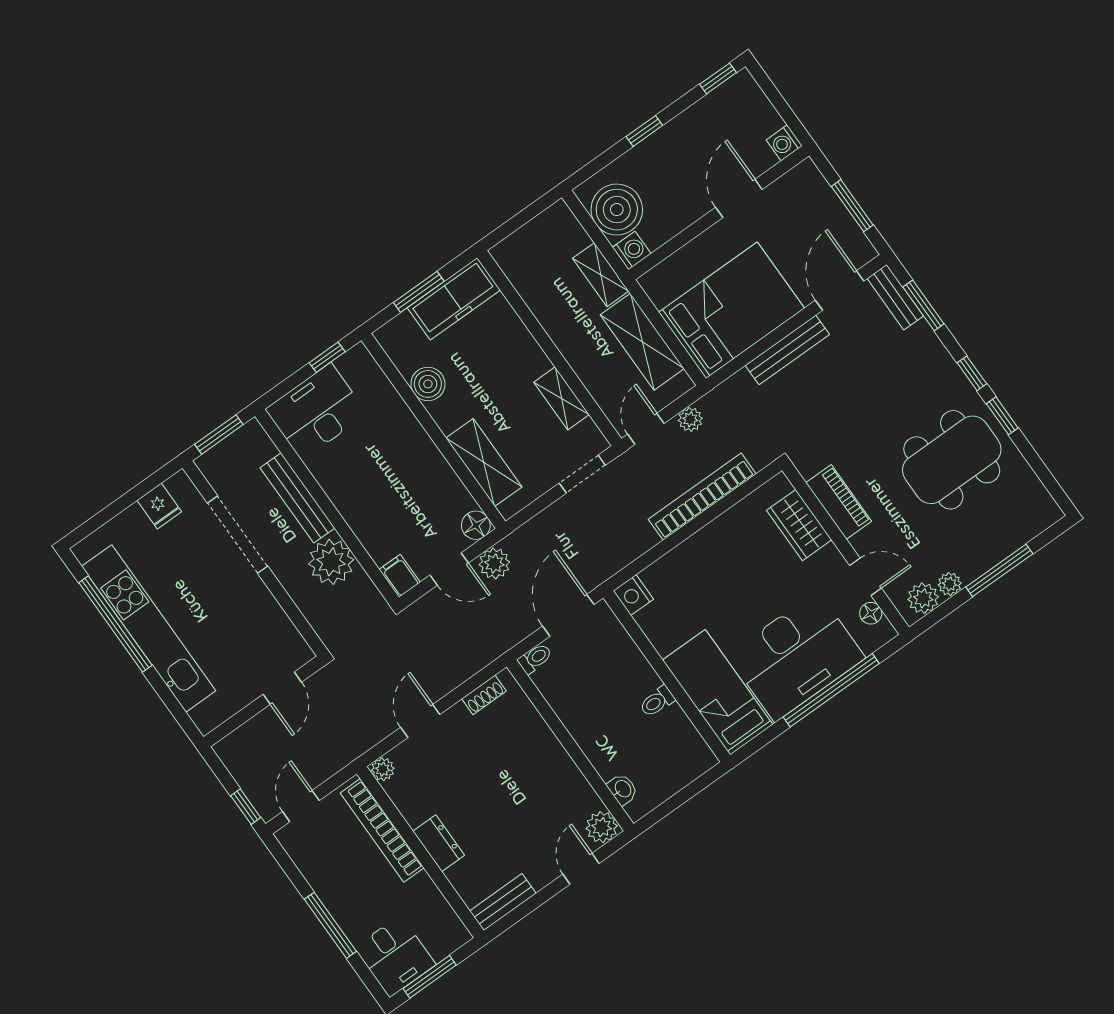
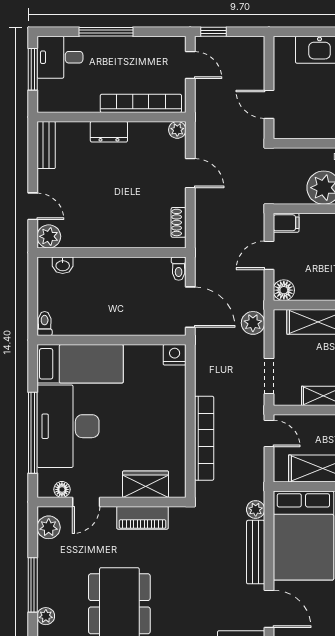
plant: (690, 419) -> (256, 509), moved
plant: (494, 563) -> (253, 323), moved
plant: (950, 584) -> (46, 616), moved
toilet: (657, 701) -> (45, 324), moved

